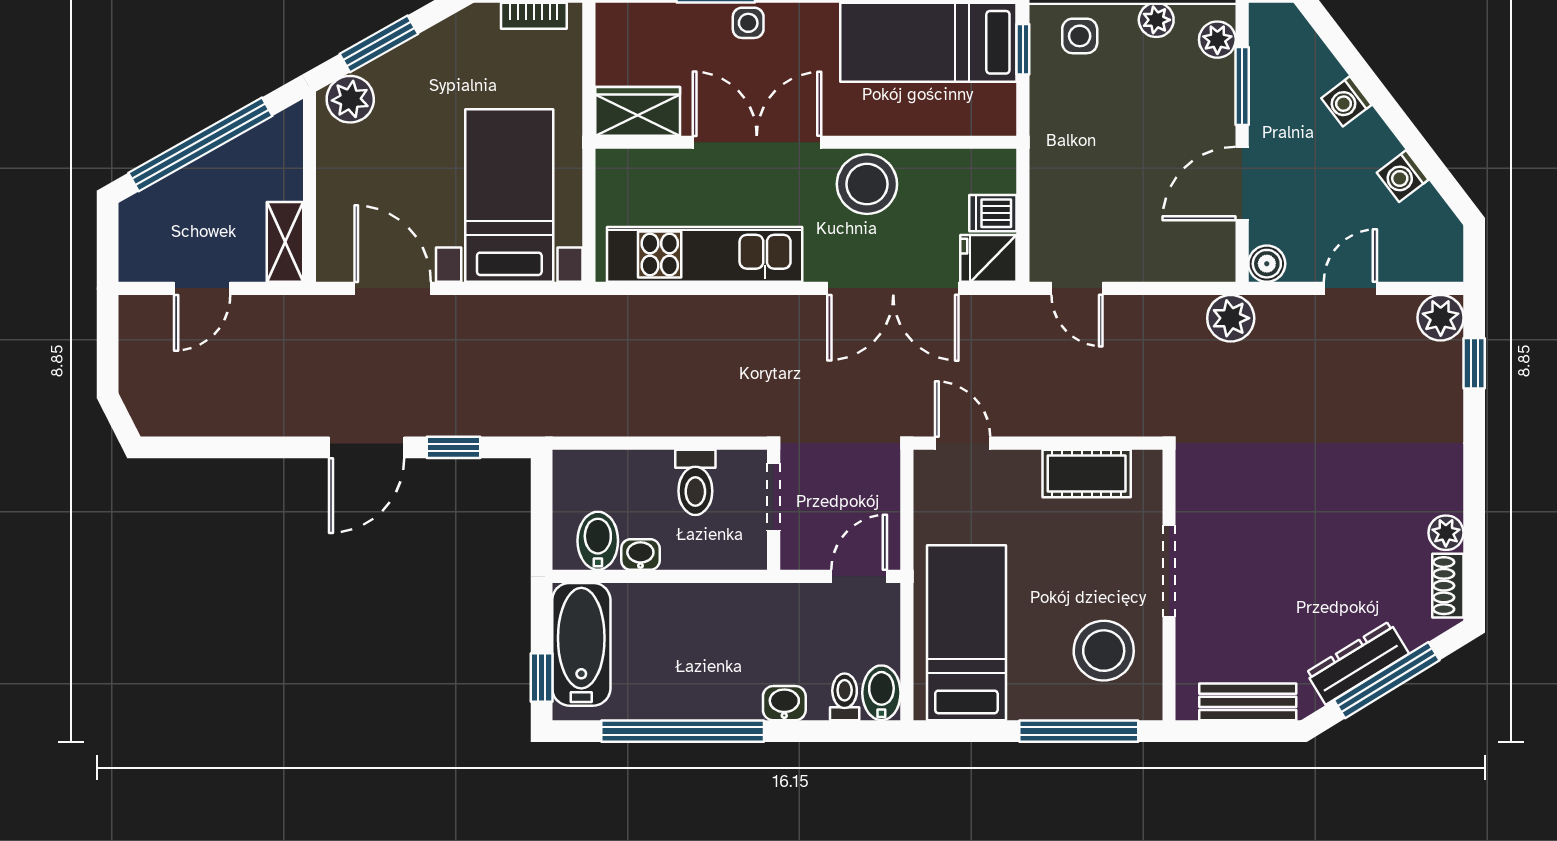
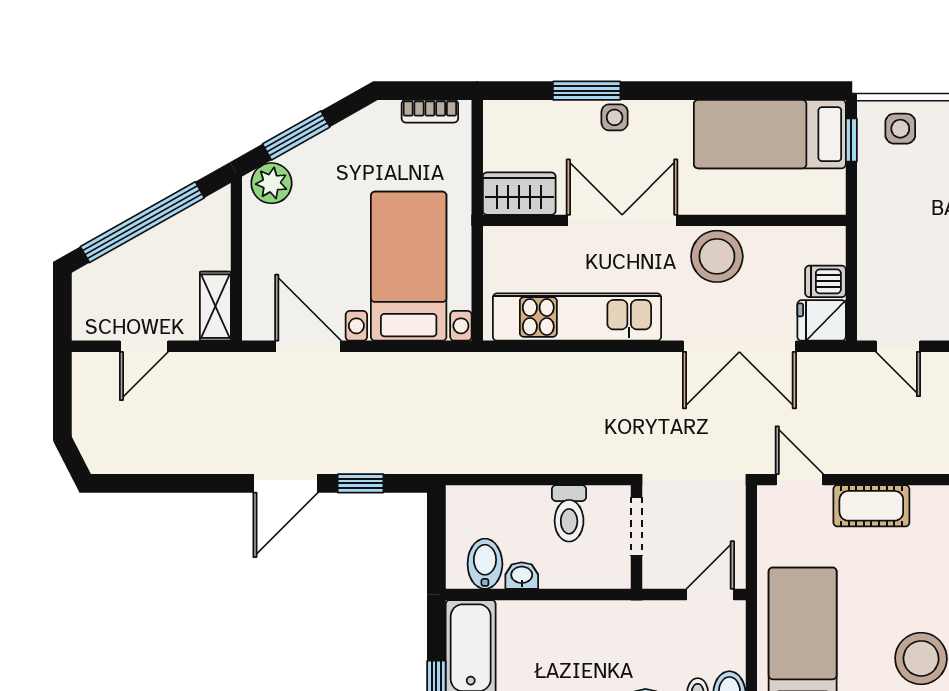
cot: (1087, 474) -> (871, 506), moved

